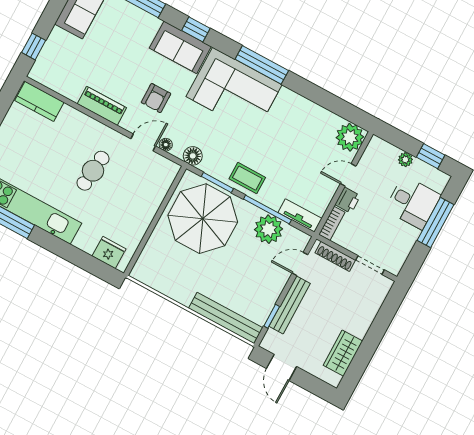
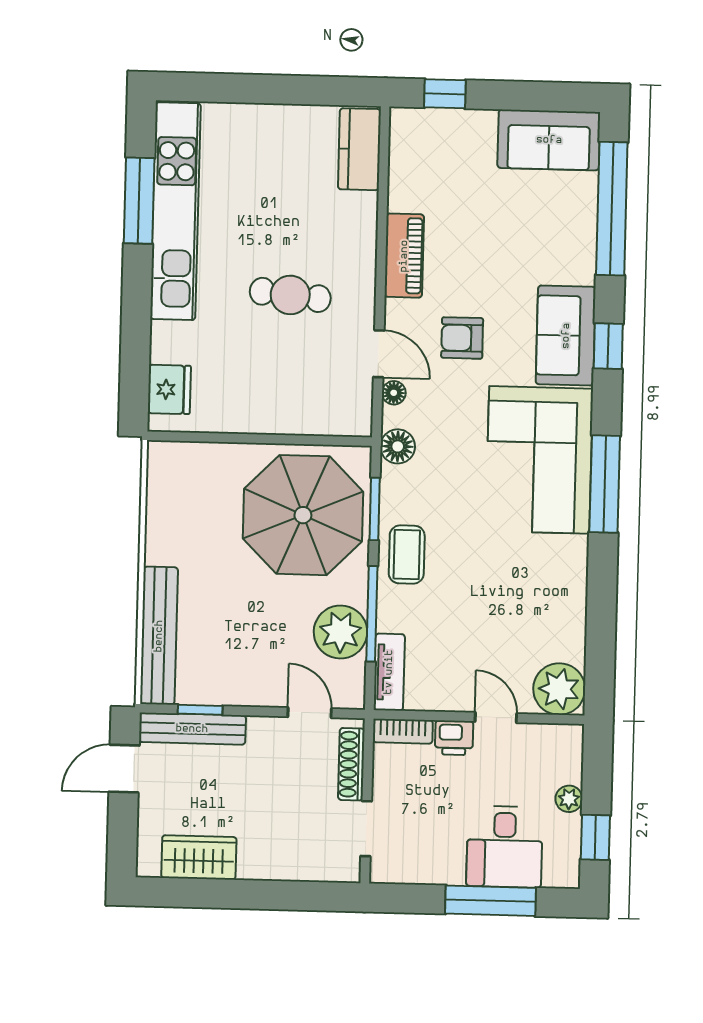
bench: (290, 305) -> (192, 729), moved

